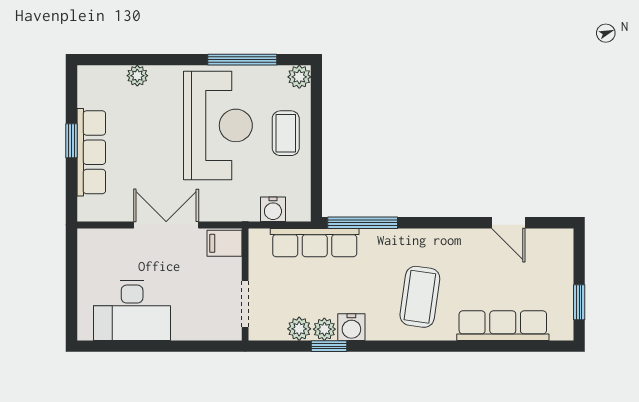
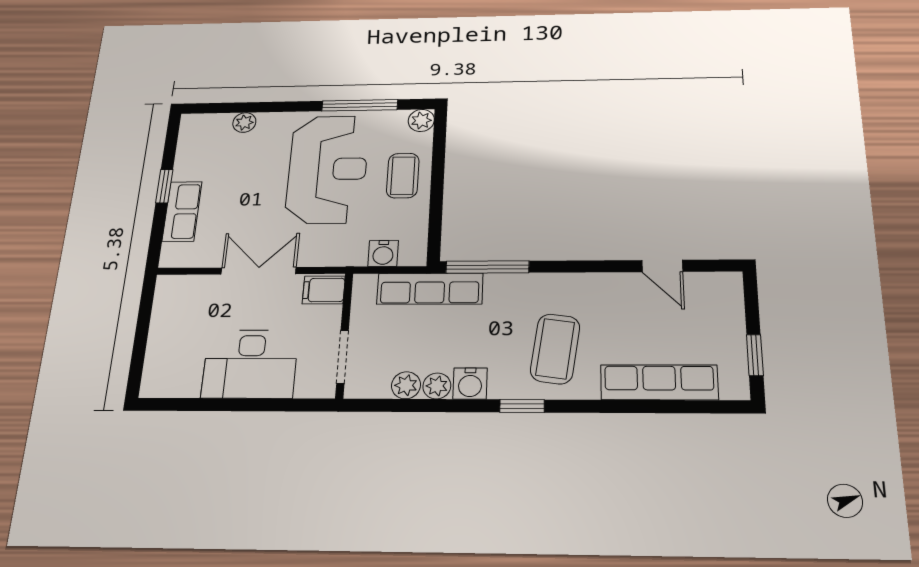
row of seats: (91, 152) -> (182, 211), width x0.68
desk: (132, 310) -> (250, 364), moved
window: (329, 346) -> (522, 406), moved

